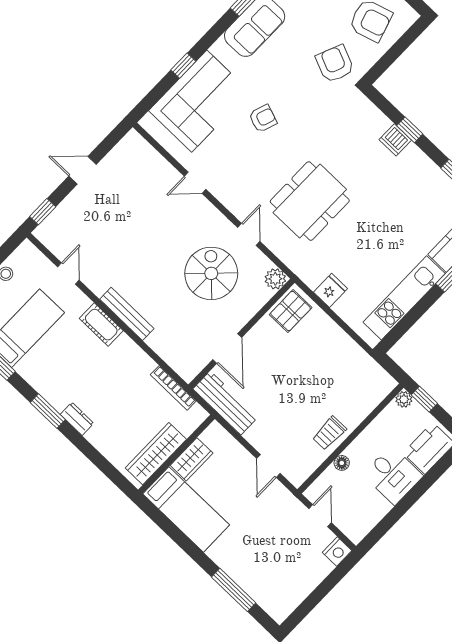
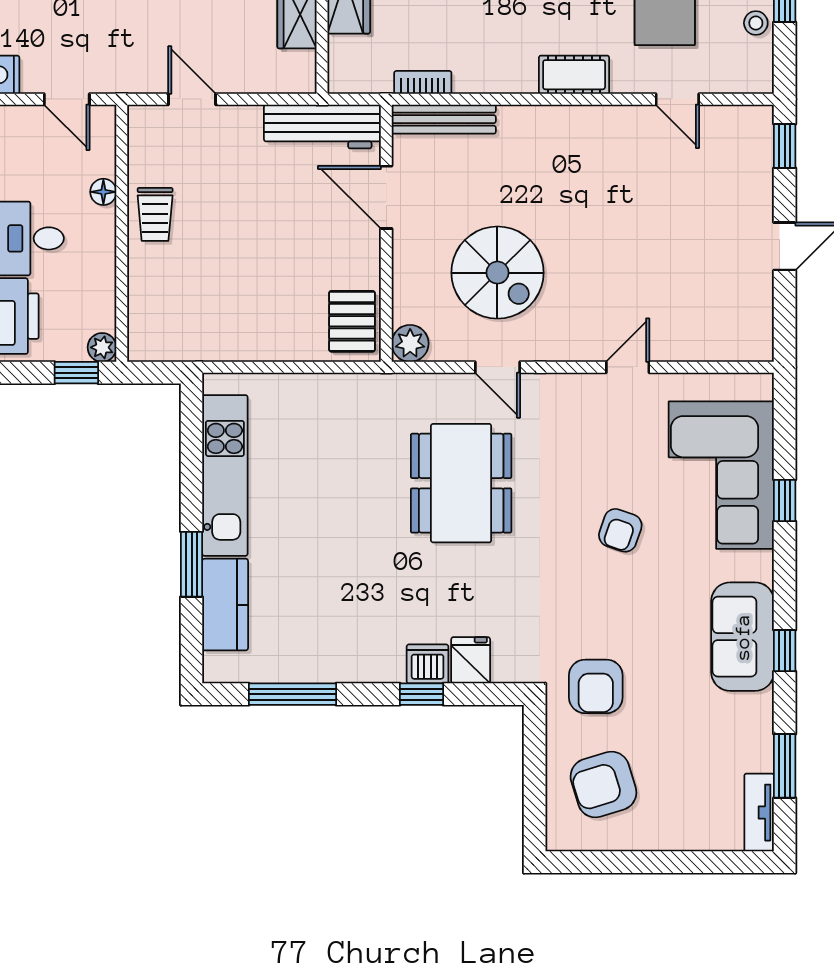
armchair: (335, 64) -> (596, 686), turned 67
fridge: (331, 290) -> (471, 660), moved, turned 180
bench: (127, 314) -> (444, 119), moved
bookcase: (173, 388) -> (423, 82), width x0.64
trolley: (329, 433) -> (155, 214), turned 180

